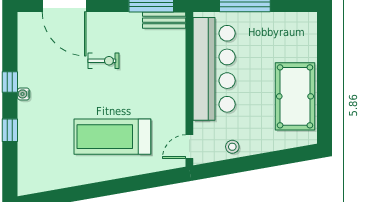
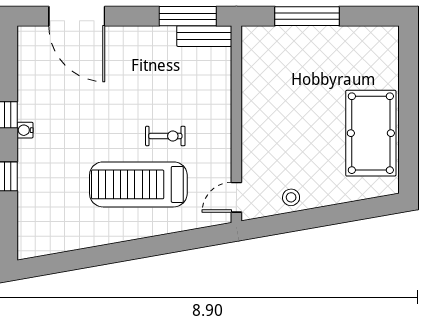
exercise bike: (103, 61) -> (165, 136), moved
bar counter: (214, 69) -> (268, 98), removed

